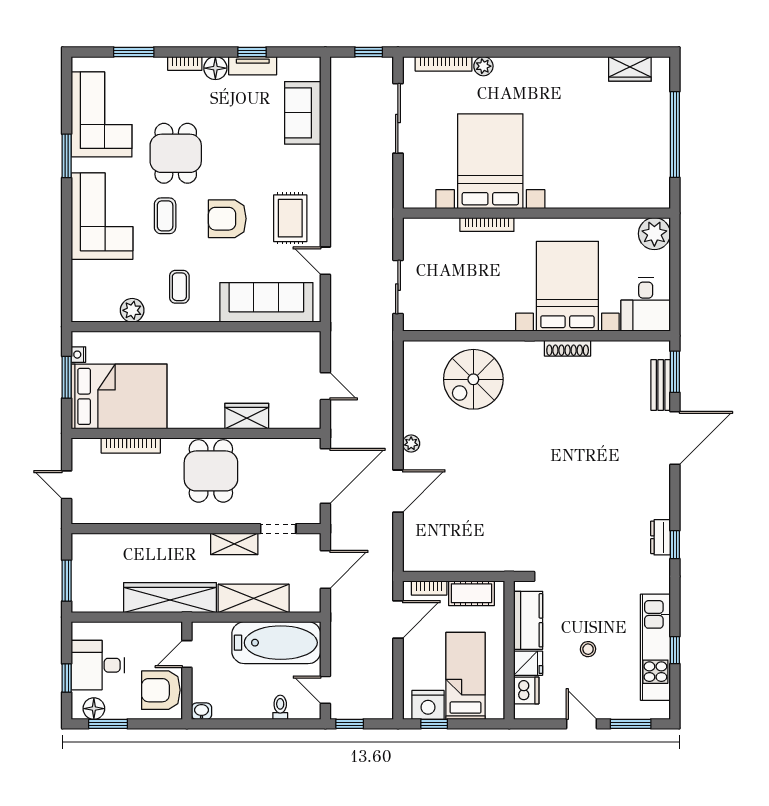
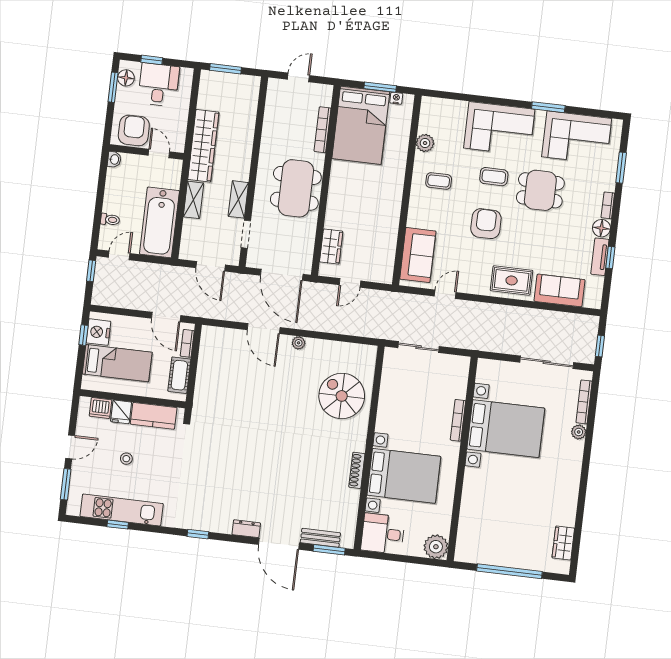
rug: (290, 218) -> (512, 280), moved
sofa: (266, 302) -> (418, 255), width x0.73
wardrobe: (247, 416) -> (331, 247), moved
dining table: (211, 471) -> (296, 188), width x1.38
dresser: (660, 537) -> (246, 529), moved
shelving: (254, 598) -> (193, 200), width x0.67, depth x0.75

